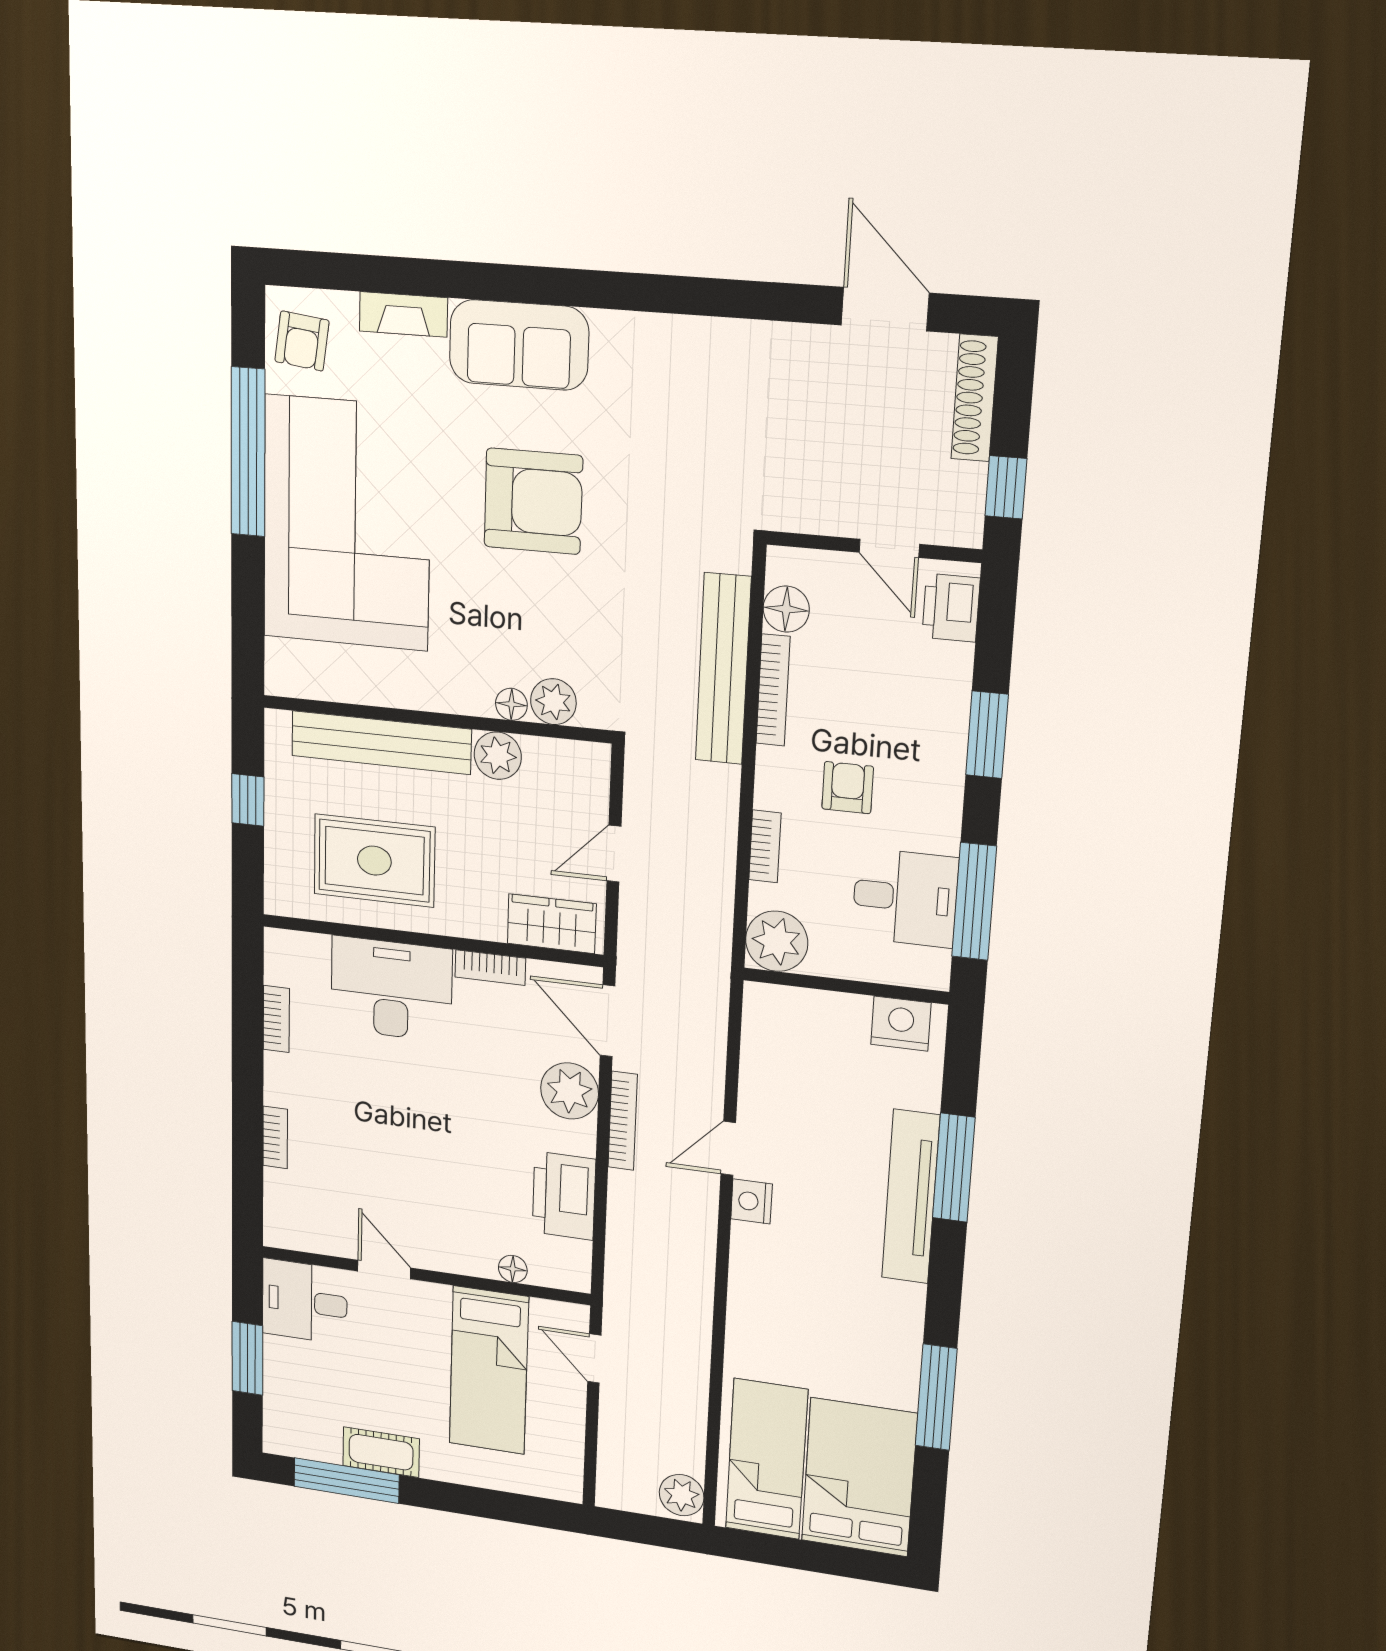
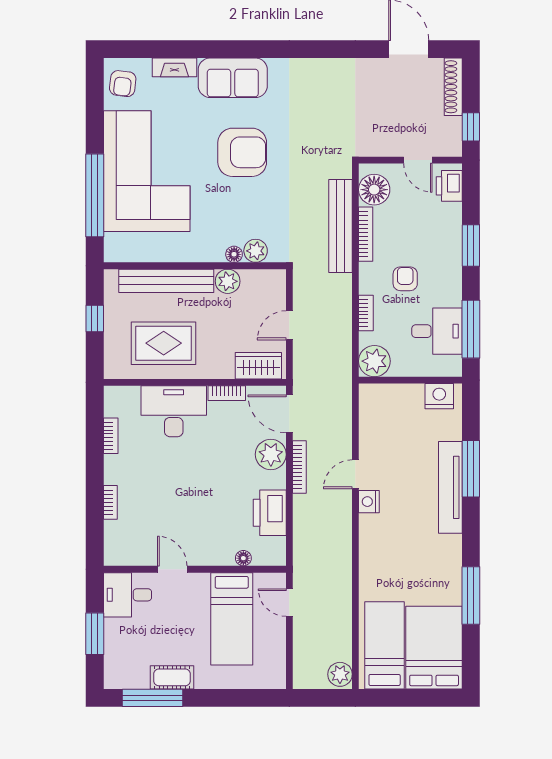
window: (248, 452) -> (95, 195), moved
floor lamp: (786, 609) -> (374, 190), width x1.38, depth x1.38

